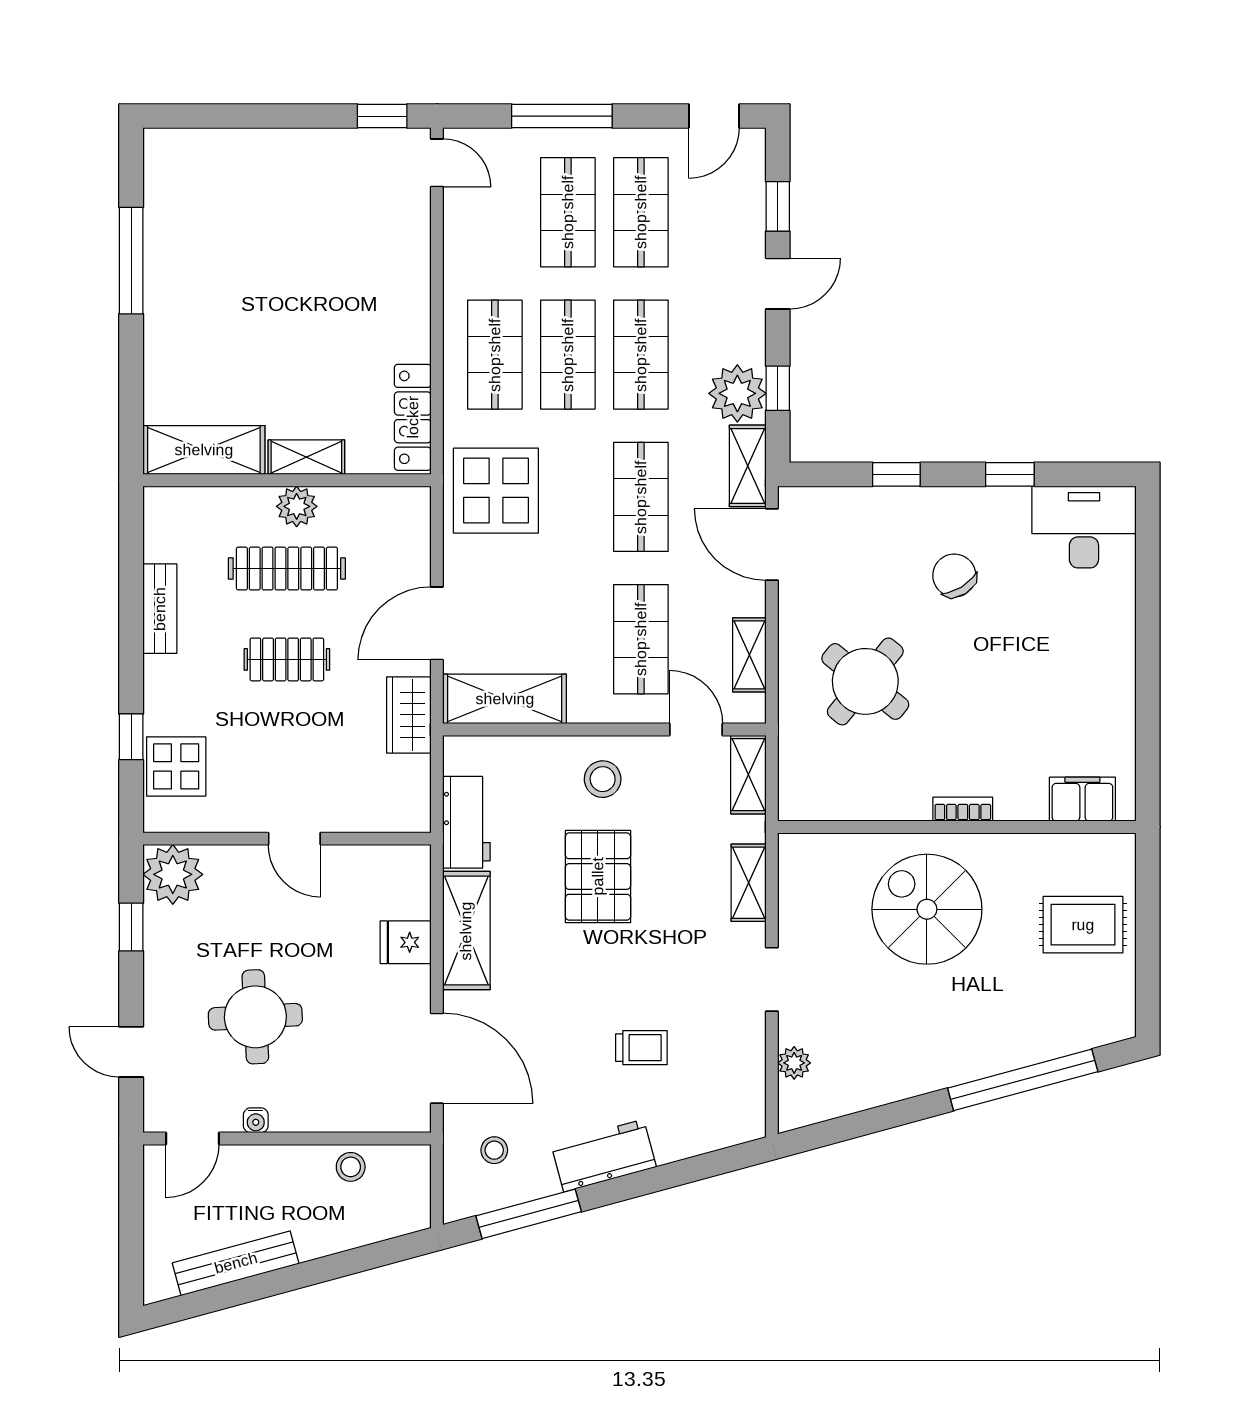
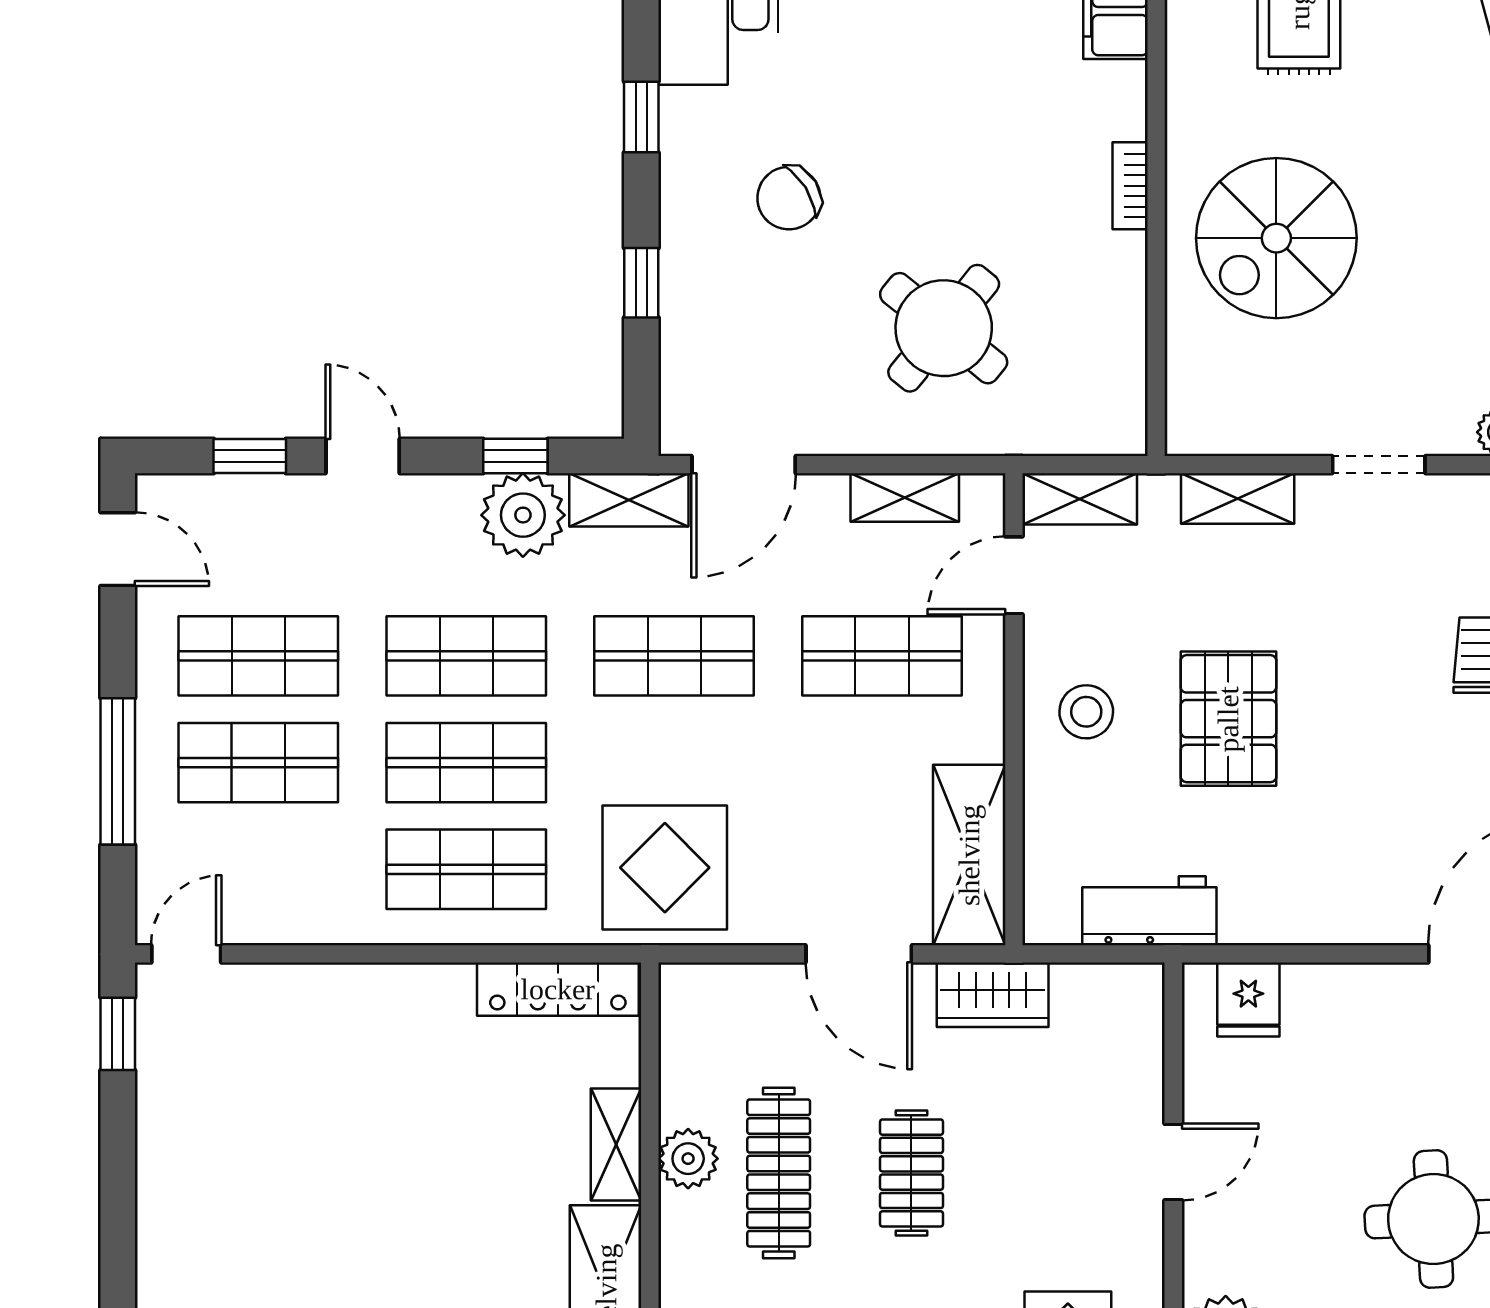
pallet: (598, 876) -> (1228, 719), turned 90
shelving: (466, 931) -> (1307, 911), removed
fridge: (406, 942) -> (1248, 1000), moved

